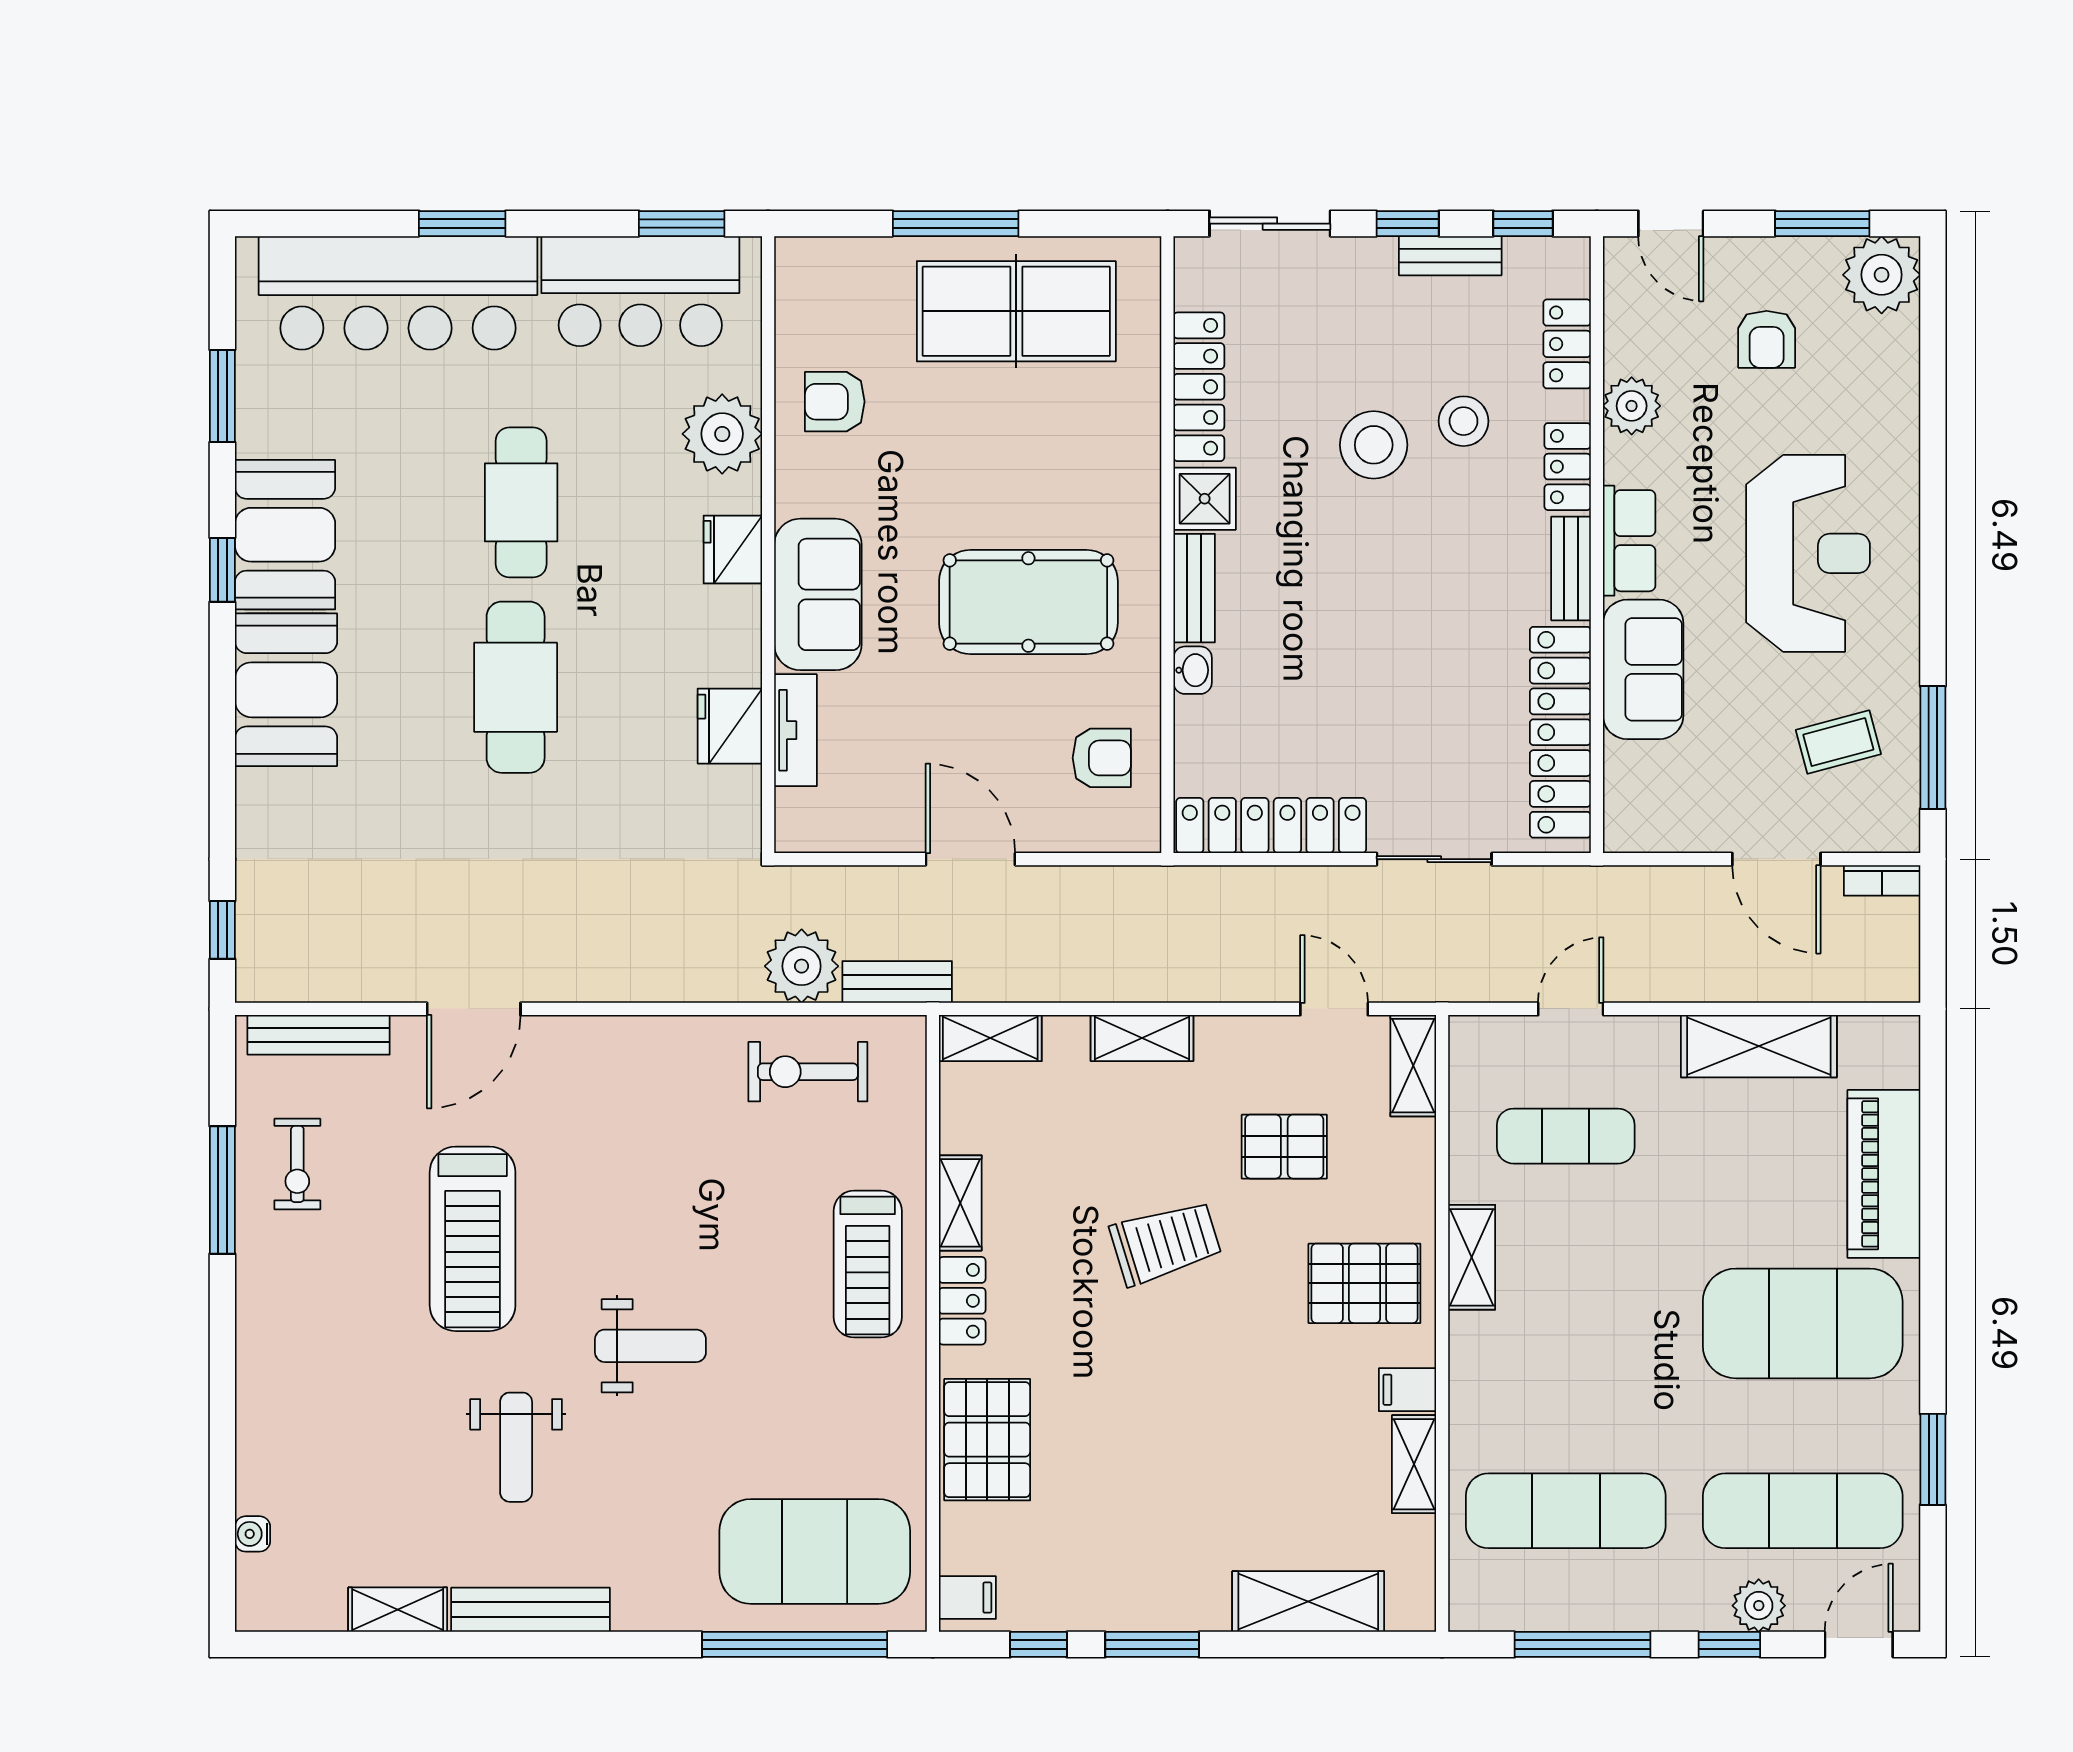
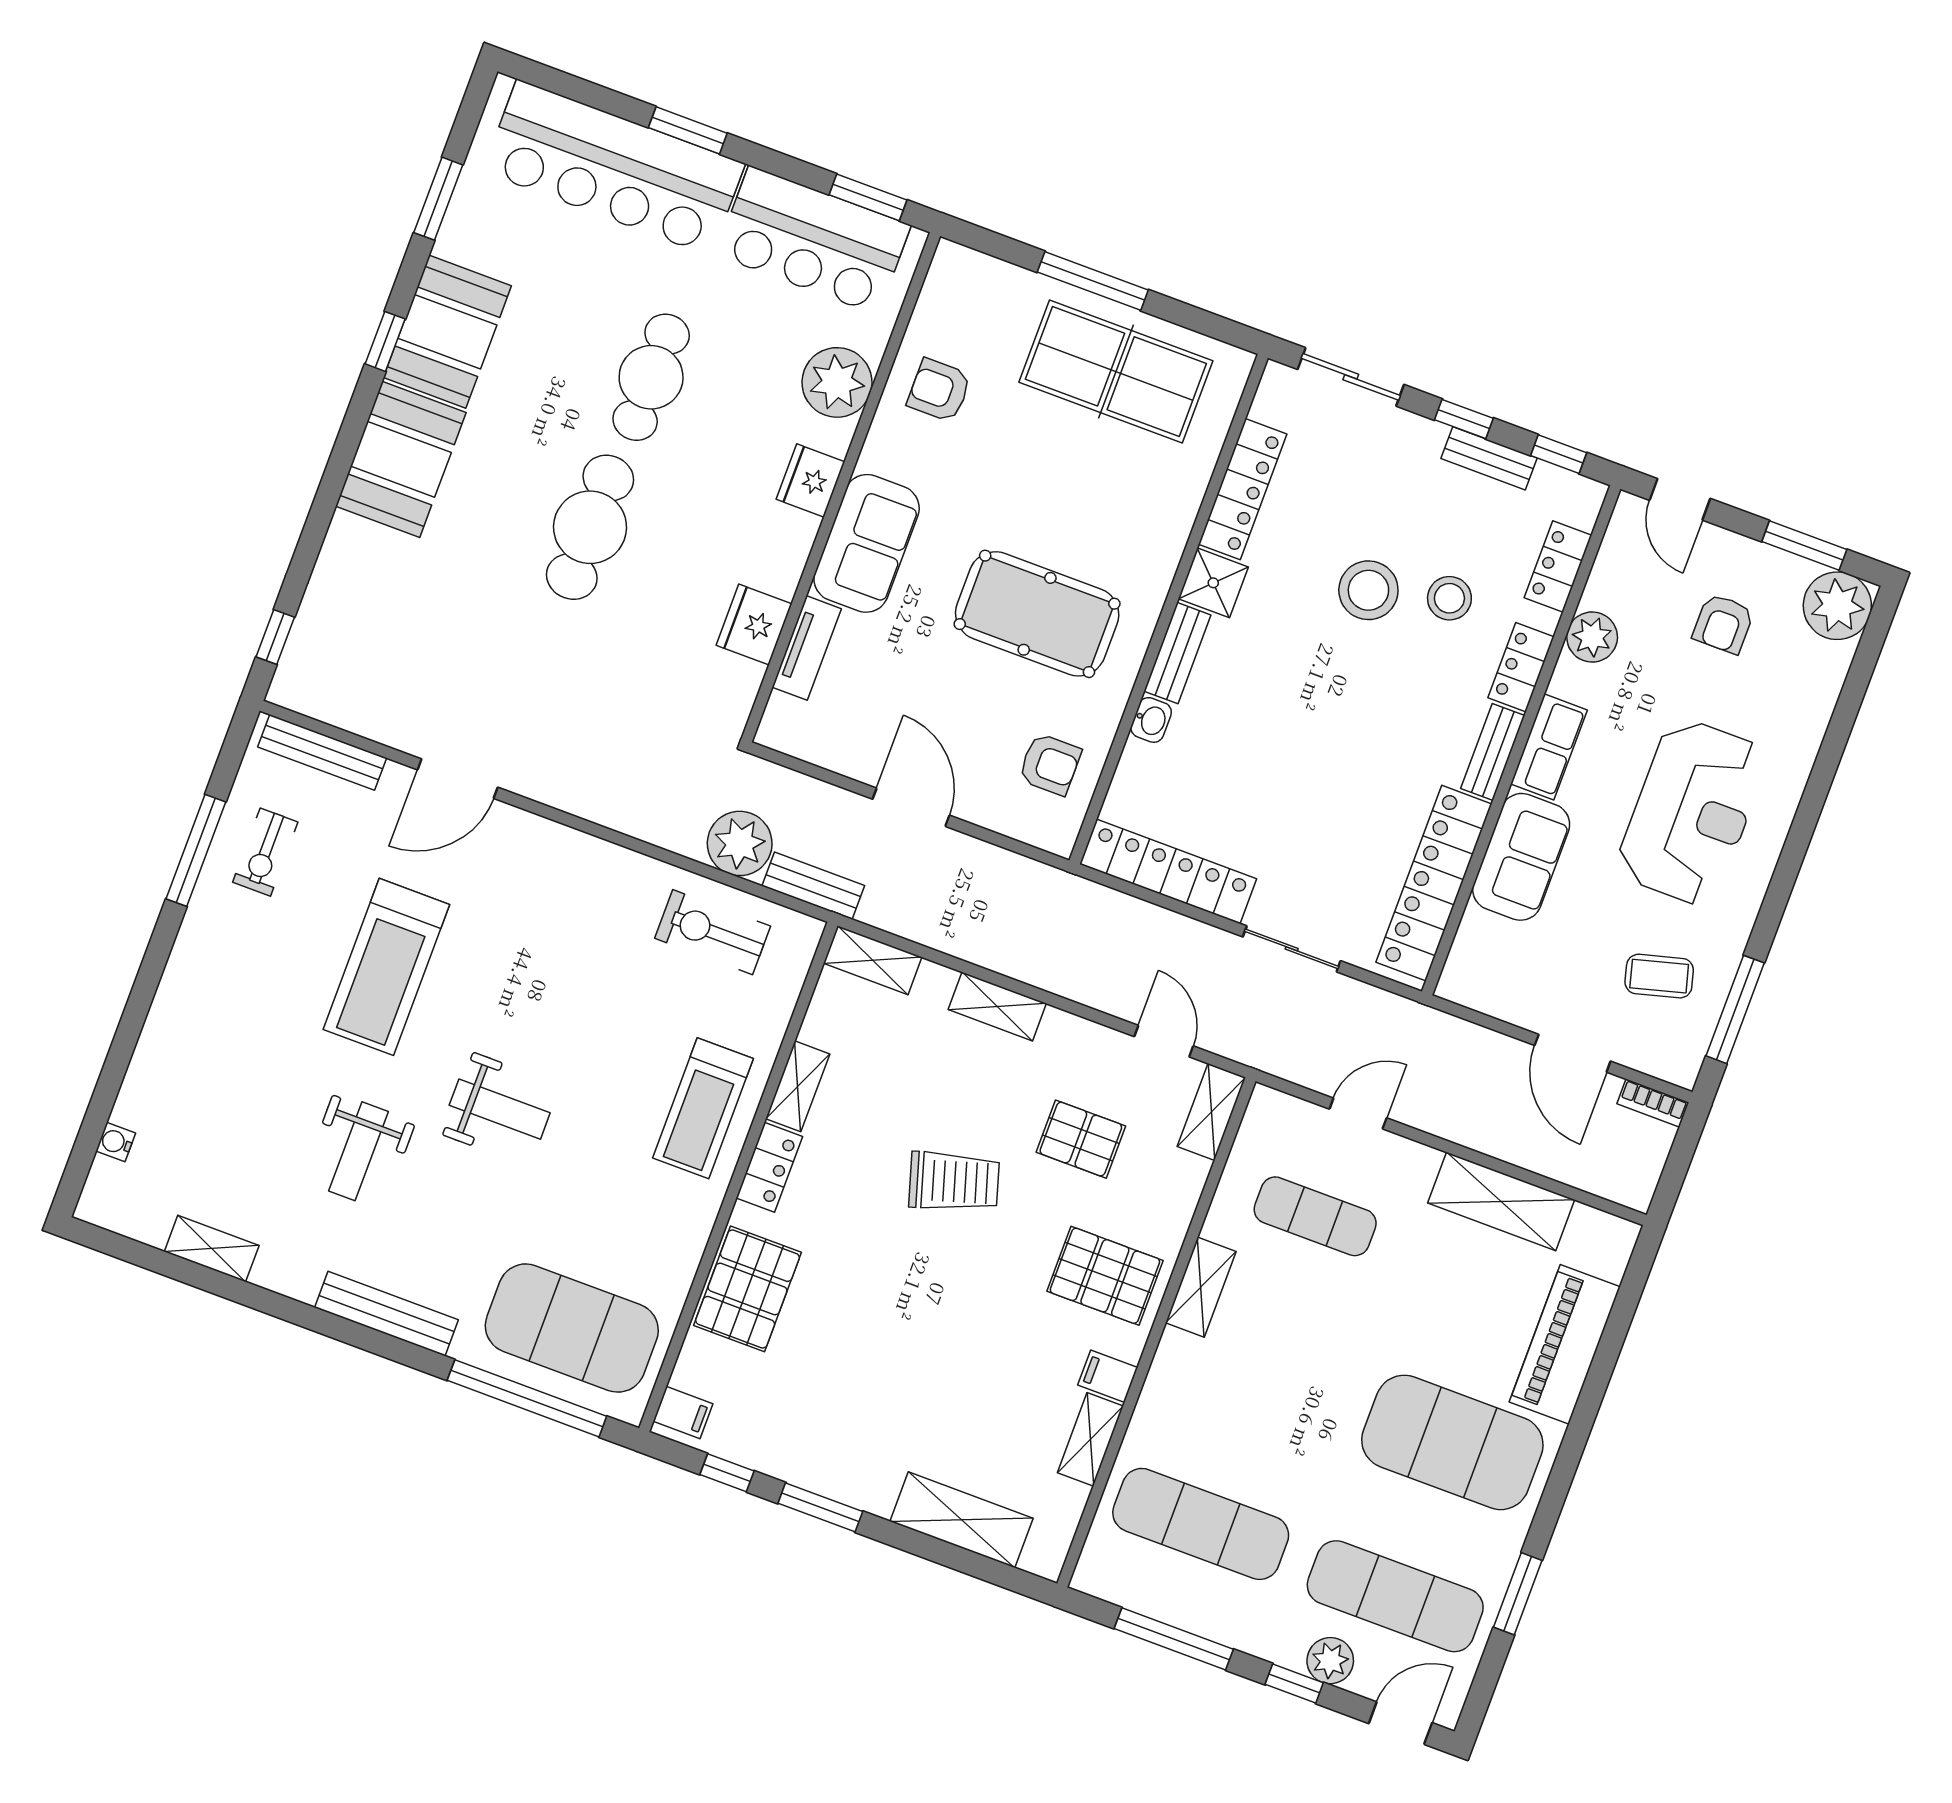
bench: (530, 1610) -> (387, 1314), moved

